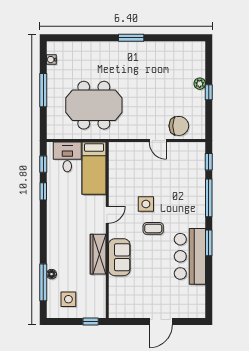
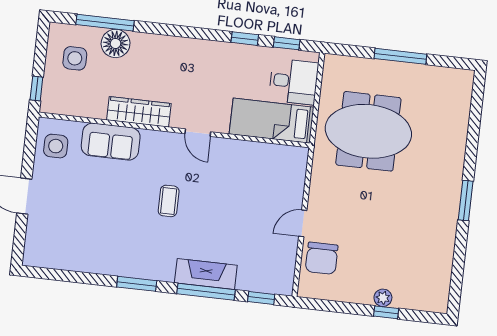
water cooler: (51, 60) -> (446, 74), removed
window: (209, 92) -> (386, 312), moved
meeting table: (94, 105) -> (368, 131), turned 90
fireplace: (197, 199) -> (206, 274), added
side table: (146, 204) -> (56, 146), moved
bar counter: (190, 256) -> (119, 252), removed
sofa: (119, 257) -> (111, 142), moved
floor lamp: (52, 274) -> (116, 43), width x1.89, depth x1.89

